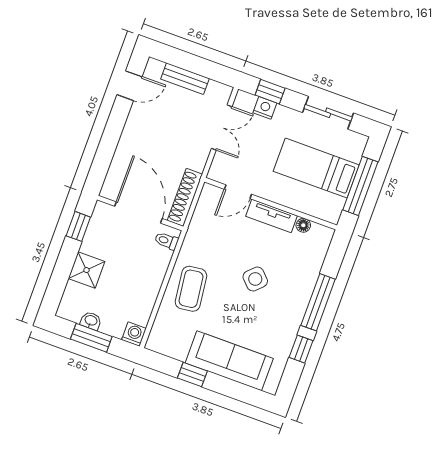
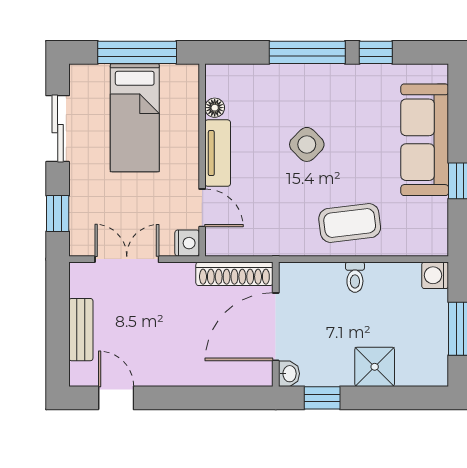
nightstand: (265, 108) -> (187, 243), moved, turned 180
toilet: (166, 241) -> (355, 277), moved
washbasin: (91, 321) -> (289, 374), moved, turned 180

